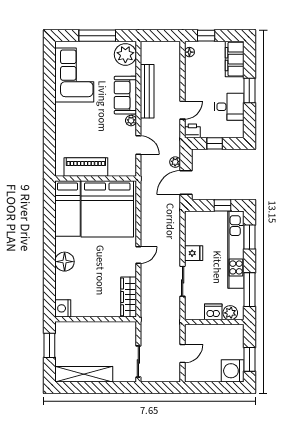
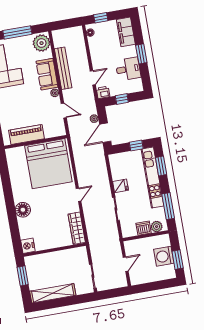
bed: (67, 209) -> (18, 169), removed
washing machine: (233, 371) -> (164, 256), moved

